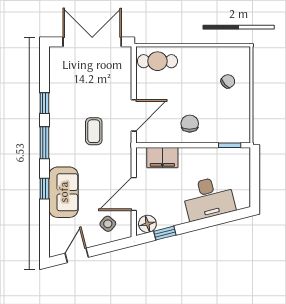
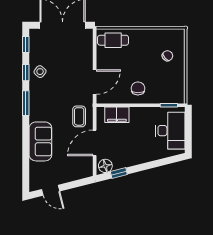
coffee table: (94, 131) -> (79, 116), moved
window: (44, 189) -> (26, 45), moved
desk: (209, 198) -> (170, 131), moved, turned -76
side table: (108, 224) -> (40, 72), moved
door: (77, 255) -> (51, 190), swing flipped

